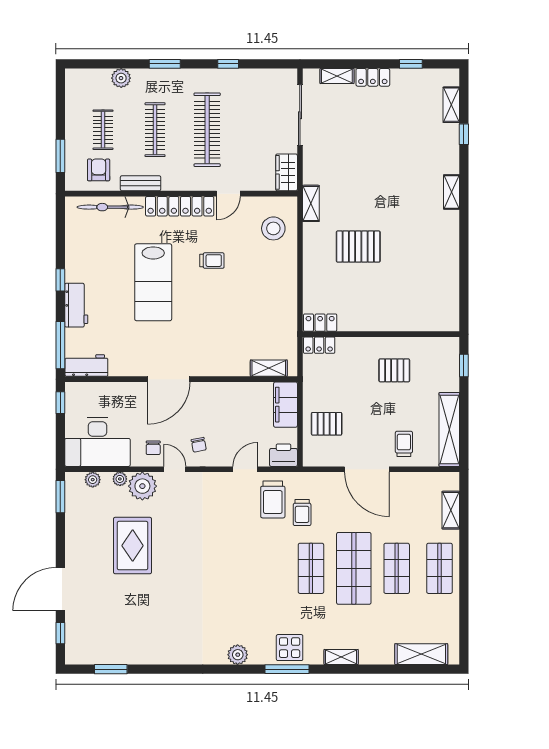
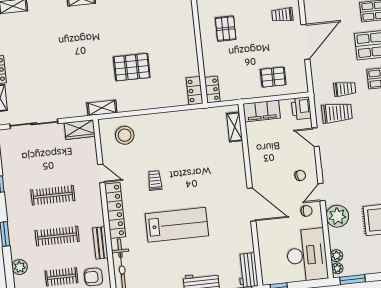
clothes rail: (207, 130) -> (53, 195), width x0.73, depth x0.76
pallet: (358, 247) -> (132, 67), turned 90
pallet: (327, 424) -> (273, 77), turned 90
plant: (120, 479) -> (337, 268), moved

